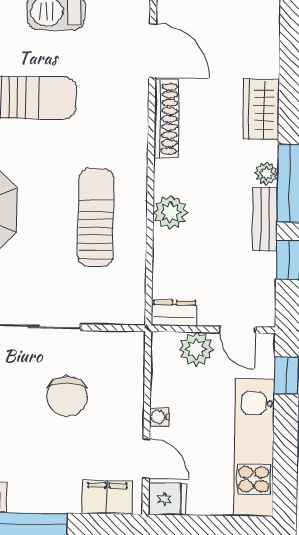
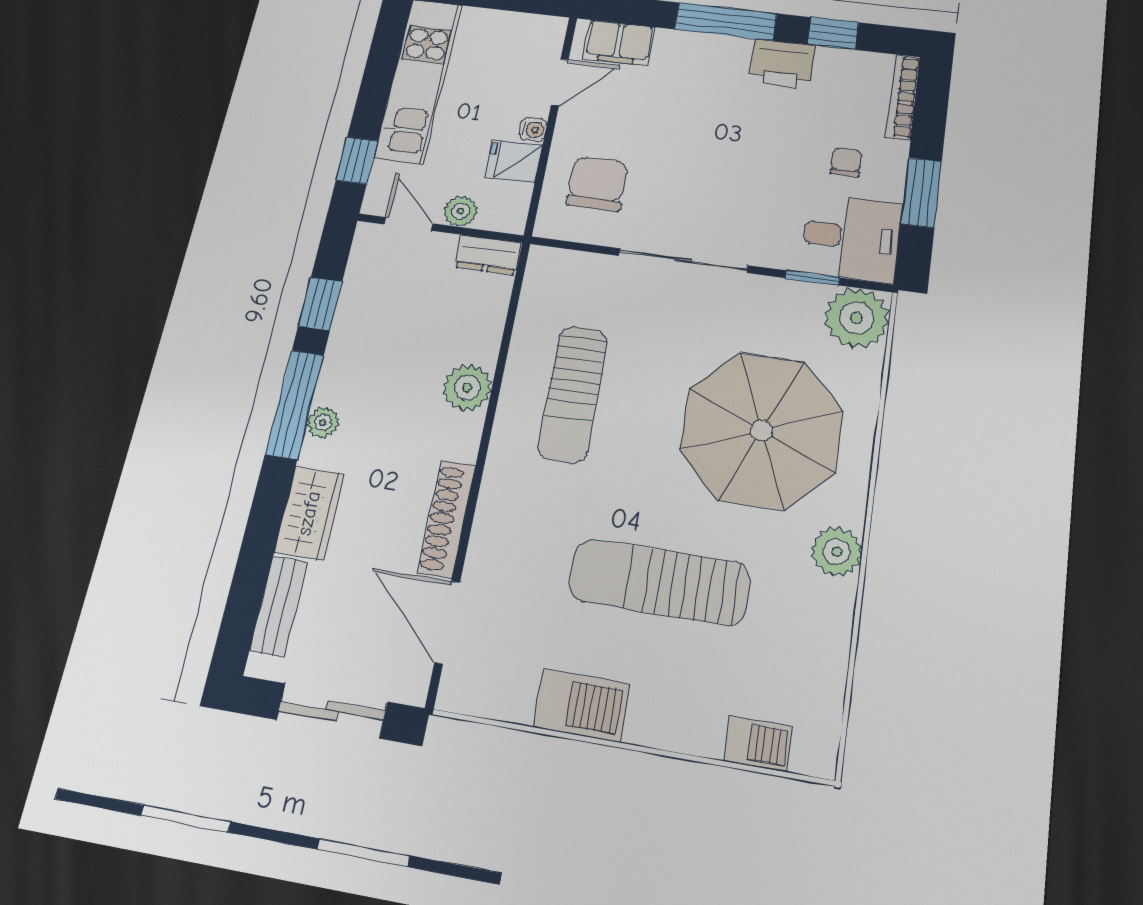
bench: (265, 219) -> (279, 606), moved
plant: (196, 349) -> (461, 211), width x0.73, depth x0.73
chair: (67, 396) -> (597, 184), moved
door: (146, 459) -> (560, 82), swing flipped
fridge: (167, 499) -> (514, 161), moved

